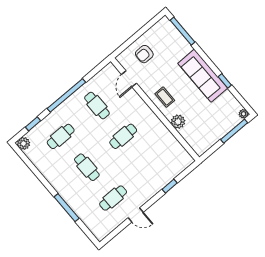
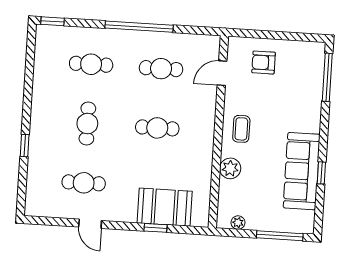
sofa: (203, 76) -> (302, 171), moved
cafe table: (97, 106) -> (161, 69), turned 90
plant: (244, 114) -> (238, 223), moved
window: (33, 124) -> (52, 21), moved
plant: (24, 143) -> (45, 34), removed
booth: (164, 172) -> (165, 207), added
window: (67, 208) -> (25, 146), width x0.46

